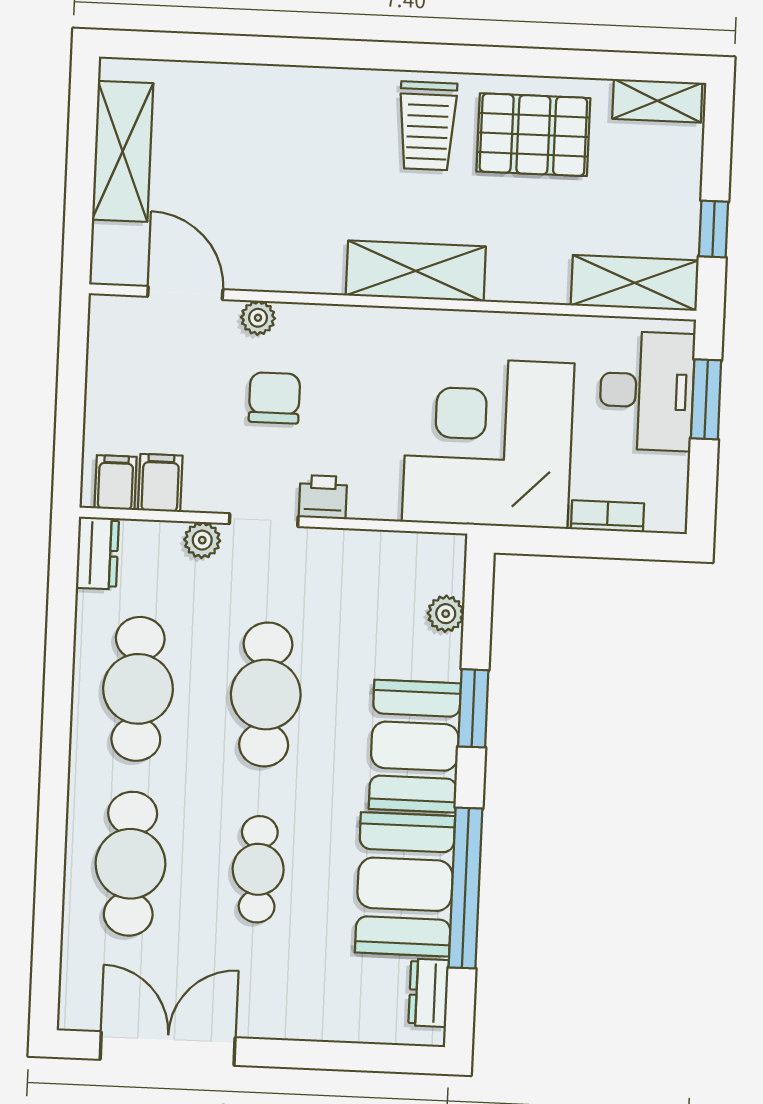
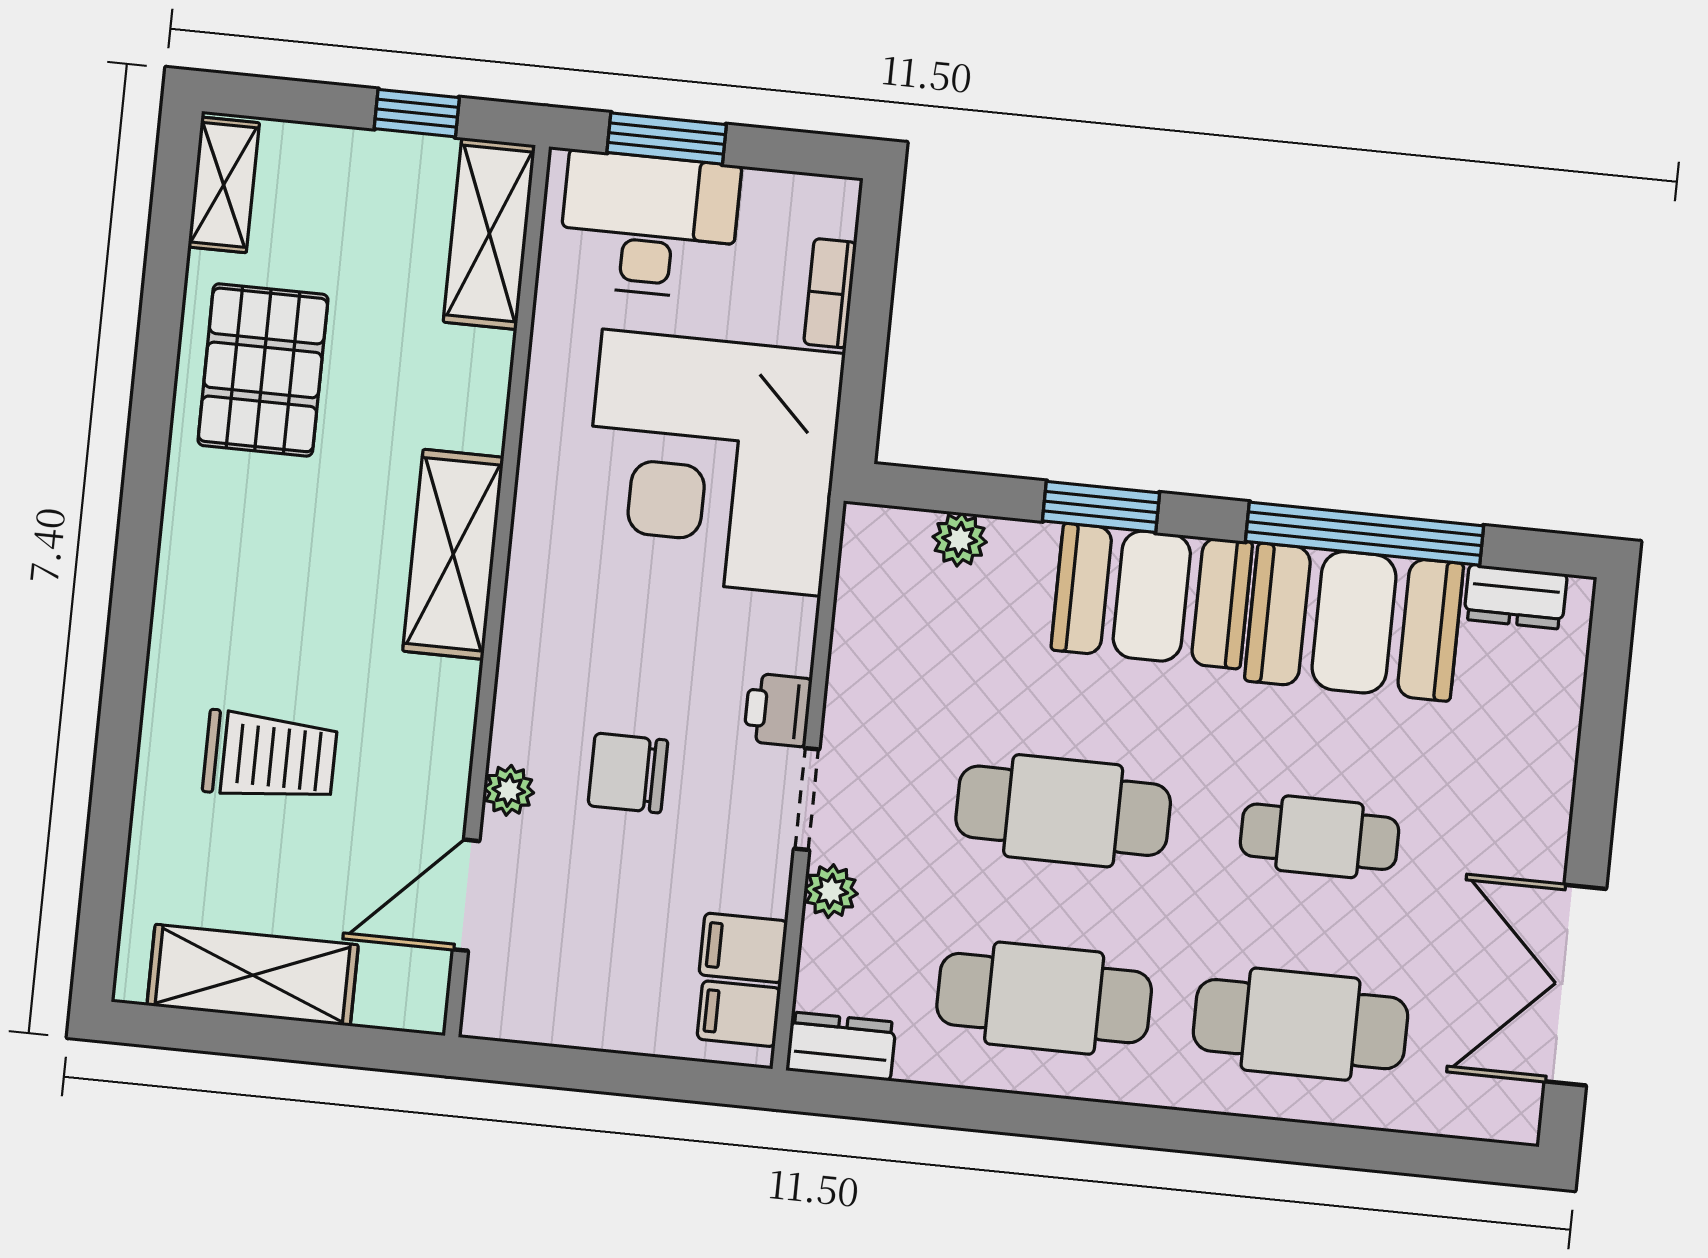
trolley: (427, 126) -> (270, 757), moved

